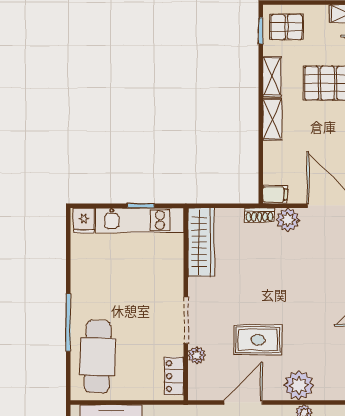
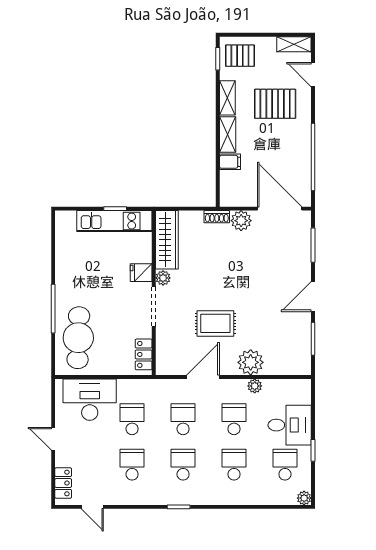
filing cabinet: (275, 194) -> (230, 162), moved
fridge: (84, 220) -> (141, 273), moved, turned 90
plant: (197, 355) -> (163, 278), moved

